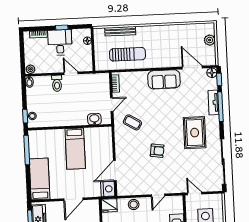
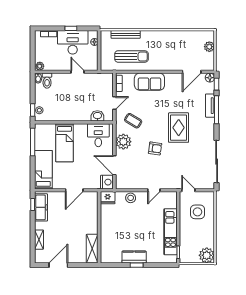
desk: (60, 42) -> (73, 42), width x1.37
door: (192, 68) -> (192, 72), swing flipped
sofa: (164, 79) -> (149, 82), moved
toilet: (57, 83) -> (47, 81), moved
rug: (195, 133) -> (179, 128), moved
desk: (96, 140) -> (98, 135), added
plant: (123, 145) -> (123, 142), added
bed: (75, 149) -> (65, 143), moved
door: (115, 171) -> (114, 165), hinge flipped

